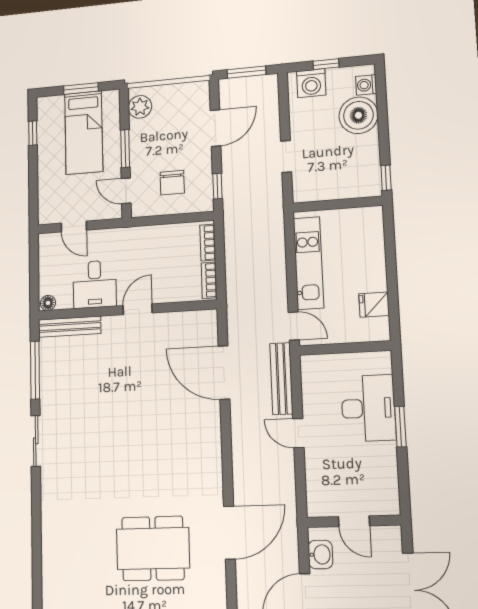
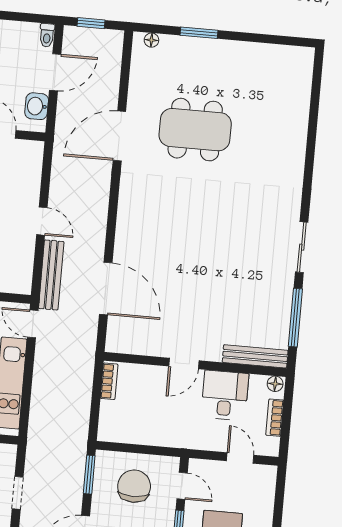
chair: (172, 183) -> (134, 486), width x1.37, depth x1.37
window: (217, 186) -> (89, 475), width x1.50
bookcase: (208, 243) -> (275, 418), moved, turned 180

